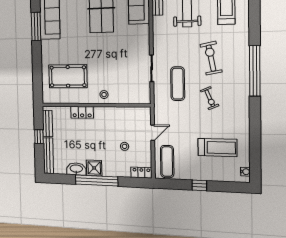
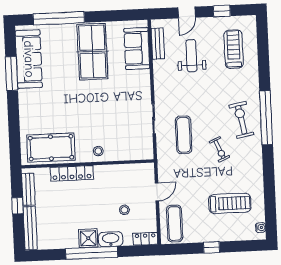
exercise bike: (211, 58) -> (241, 120), moved
pool table: (68, 76) -> (51, 148), moved
locker: (82, 112) -> (72, 173), width x1.53
washbasin: (76, 169) -> (111, 239), moved

